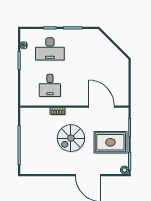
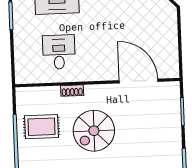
desk: (50, 85) -> (59, 52), turned 180
rug: (110, 142) -> (41, 127), moved, width x0.73, depth x0.70

